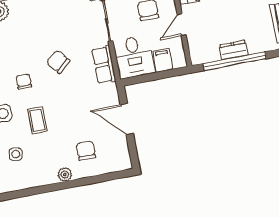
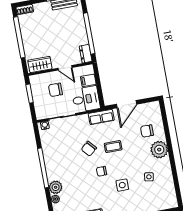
dresser: (234, 50) -> (86, 54), moved
row of seats: (104, 65) -> (101, 117), moved
coffee table: (37, 120) -> (113, 147), moved
plant: (65, 175) -> (159, 150), width x1.87, depth x1.87

